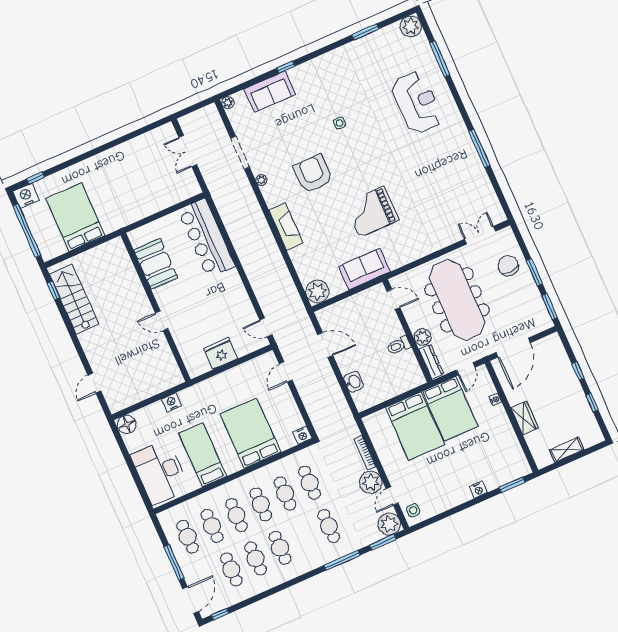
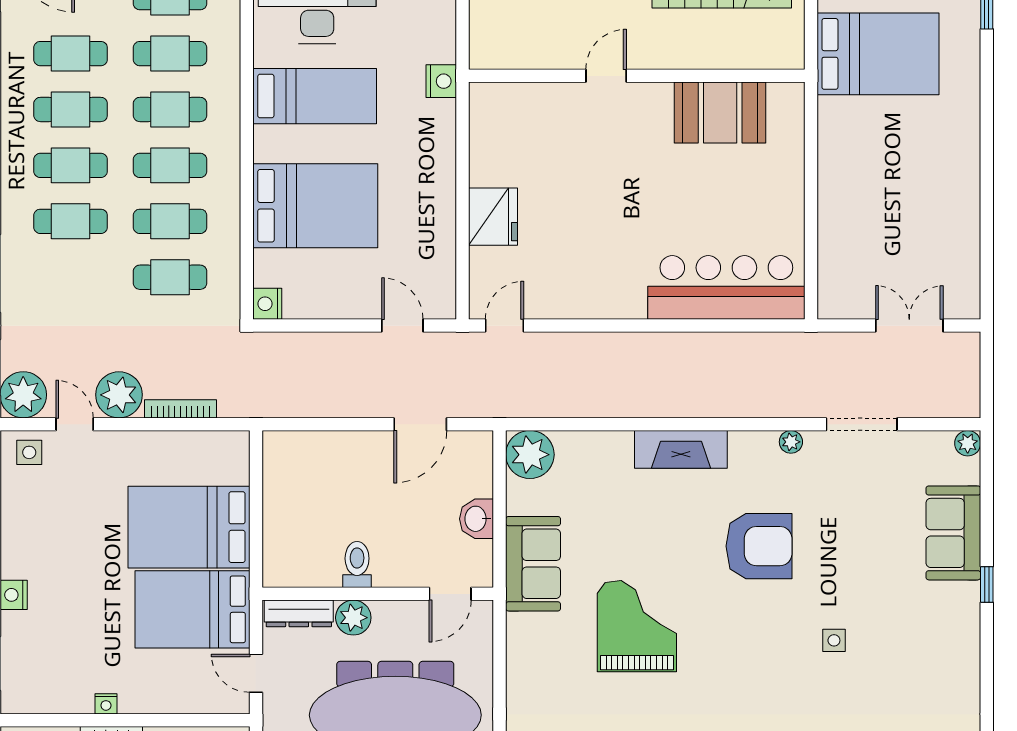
booth: (156, 264) -> (720, 113), moved
wall: (156, 307) -> (637, 76), moved
door: (162, 321) -> (606, 76), moved
washbasin: (354, 382) -> (477, 519), moved, turned 90
nightstand: (495, 400) -> (106, 704), moved
cafe table: (329, 526) -> (71, 221), moved

